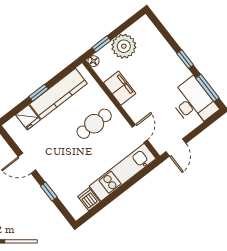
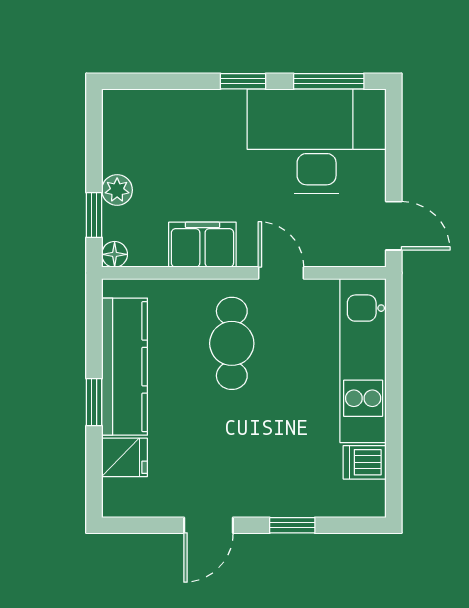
plant: (124, 46) -> (117, 190), width x0.53, depth x0.53
desk: (193, 103) -> (317, 141), width x1.36, depth x1.30
door: (140, 134) -> (281, 273), moved

